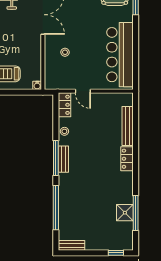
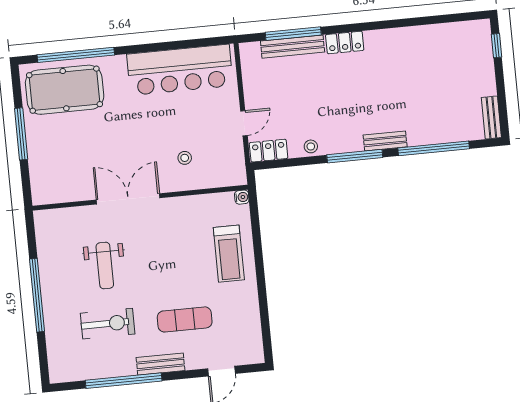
bench: (63, 159) -> (385, 141), moved
shower: (125, 213) -> (431, 37), removed
window: (136, 213) -> (293, 34), moved

